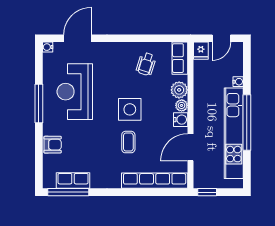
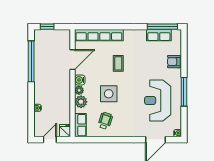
reception desk: (75, 92) -> (158, 100), turned 180
side table: (130, 109) -> (109, 94), moved
window: (247, 123) -> (31, 61), moved
kitchen unit: (234, 133) -> (41, 70), removed
window: (207, 192) -> (47, 27), moved

